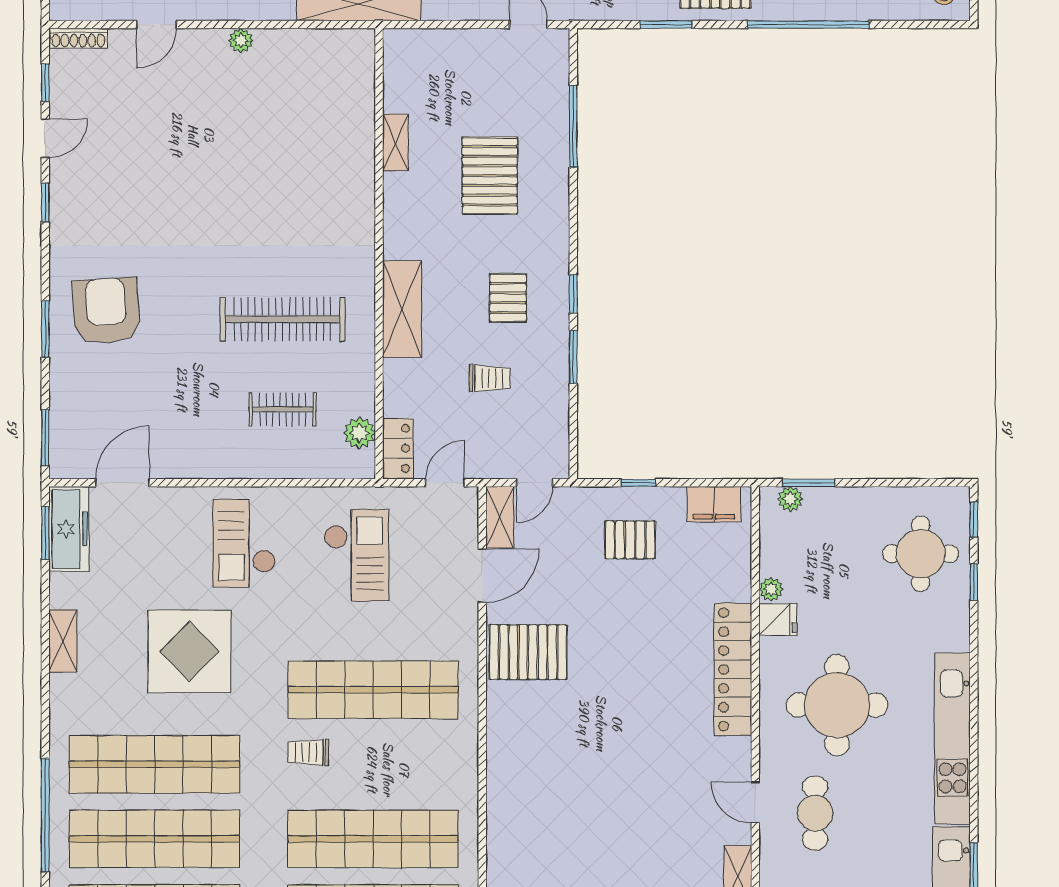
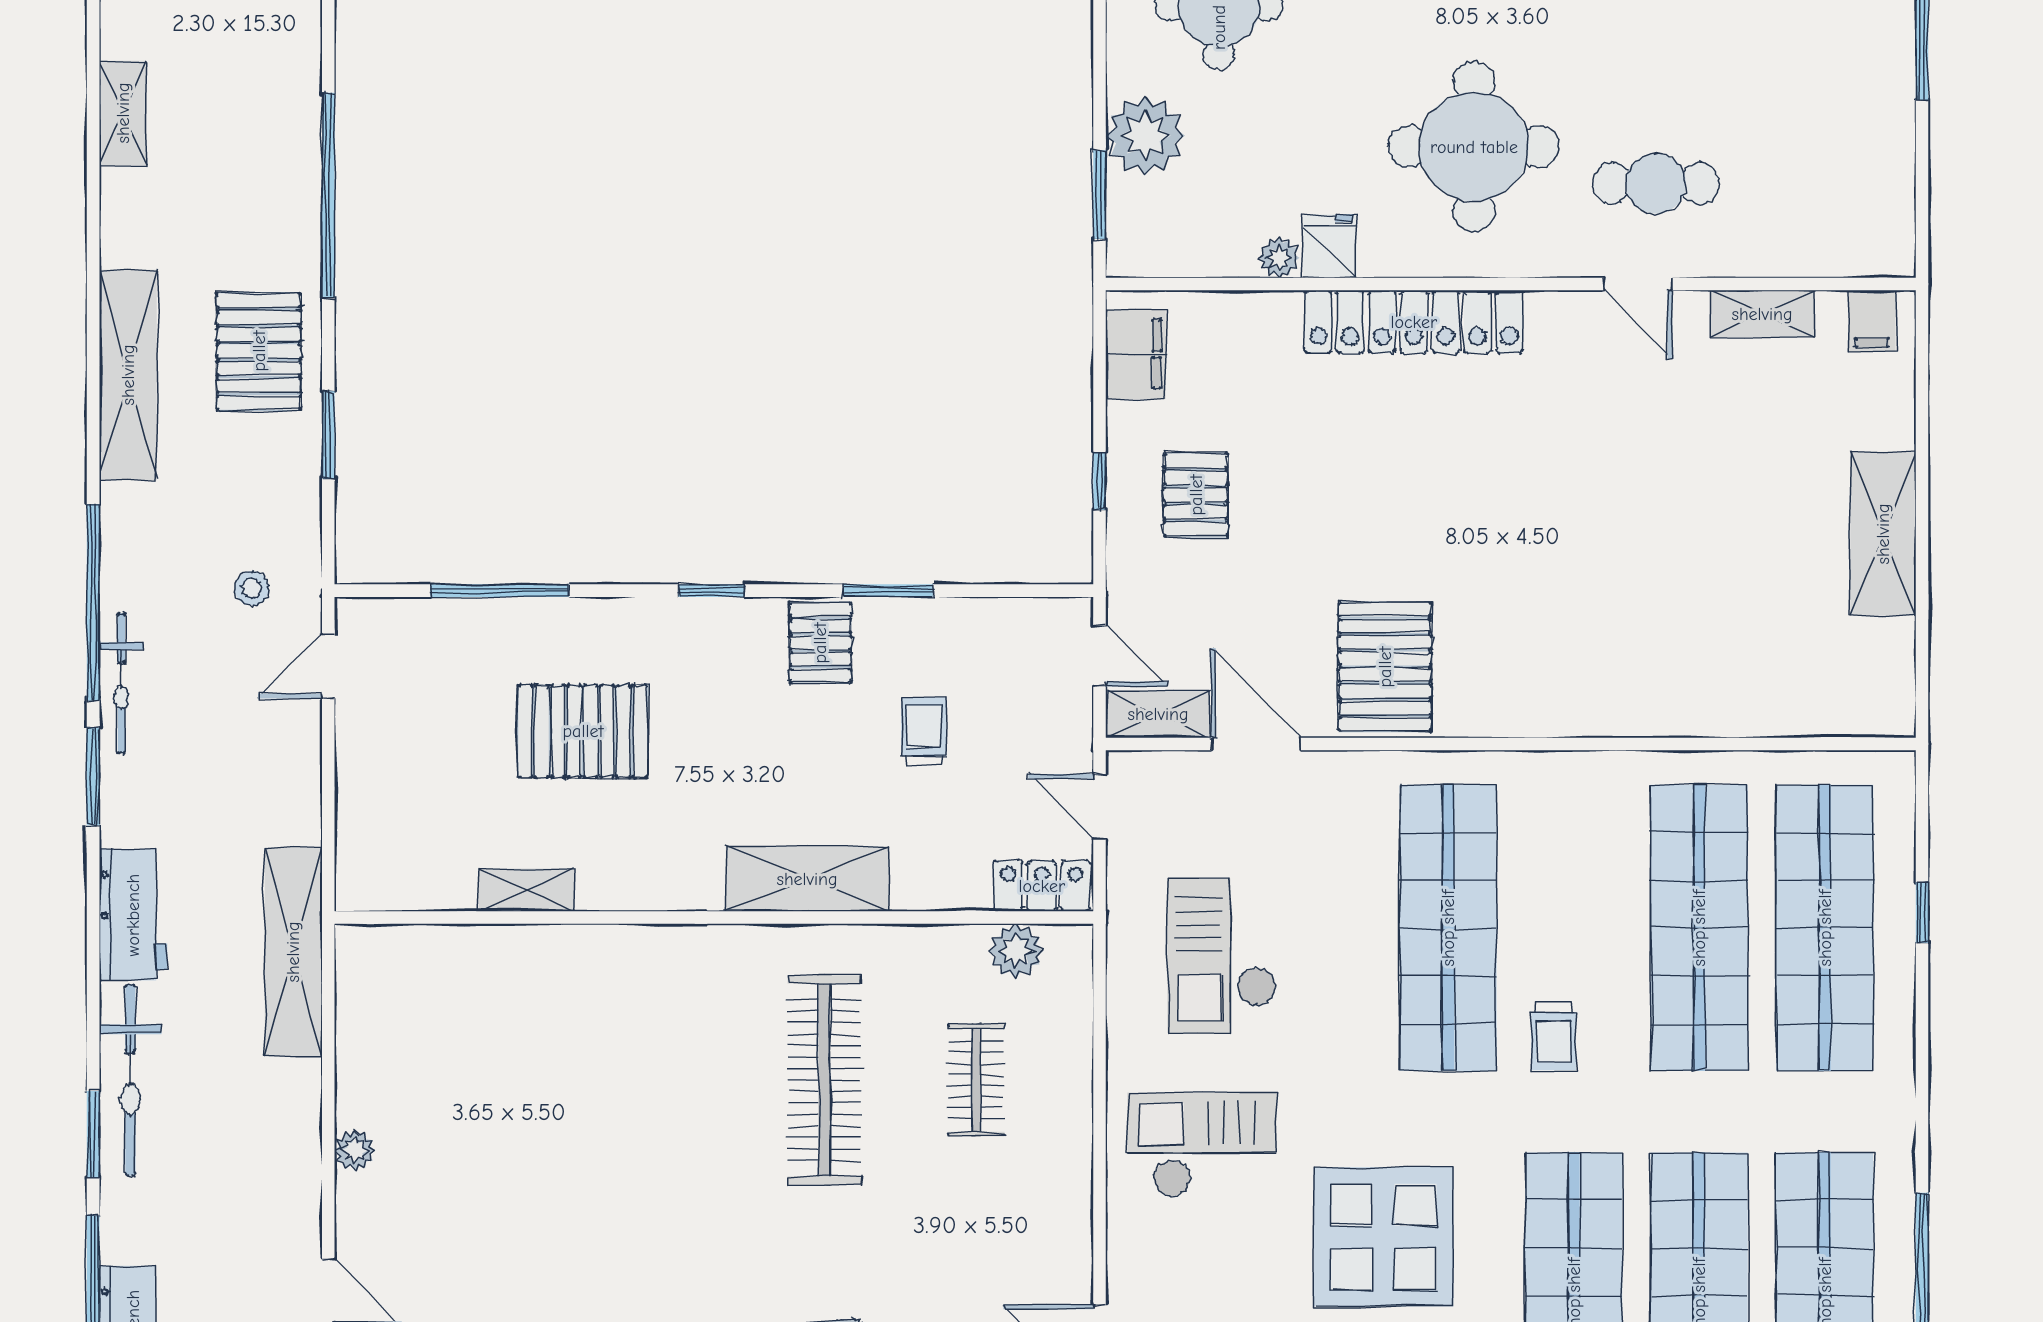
window: (573, 294) -> (711, 591), moved
pallet: (508, 298) -> (820, 643), moved, turned 90
plant: (790, 499) -> (1145, 136), moved, width x1.88, depth x1.88
checkout: (244, 543) -> (1202, 1145), turned 180
checkout: (356, 555) -> (1222, 956), turned -90
door: (755, 802) -> (1638, 284), hinge flipped

